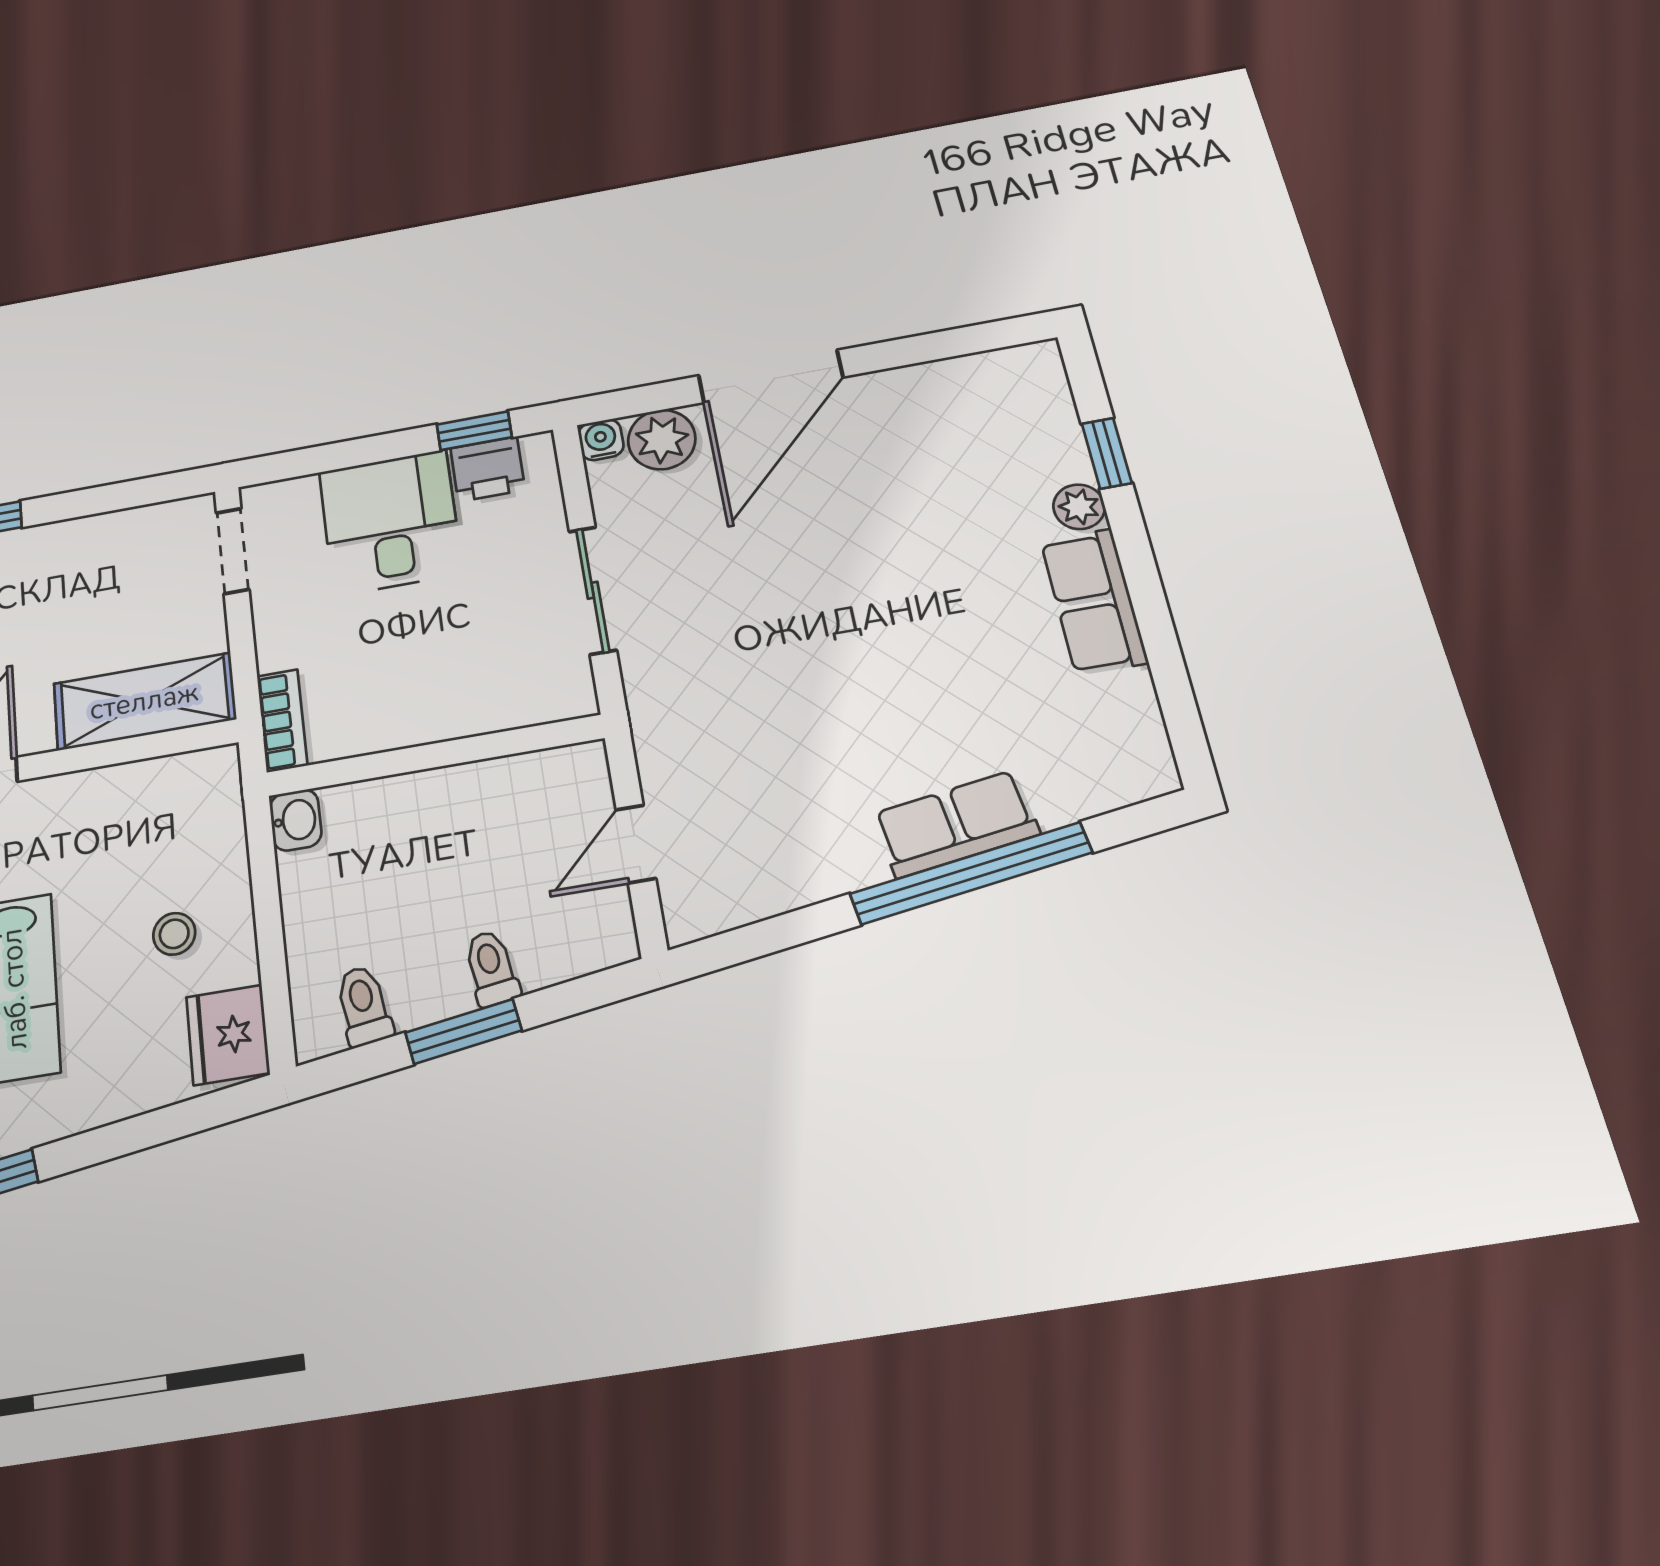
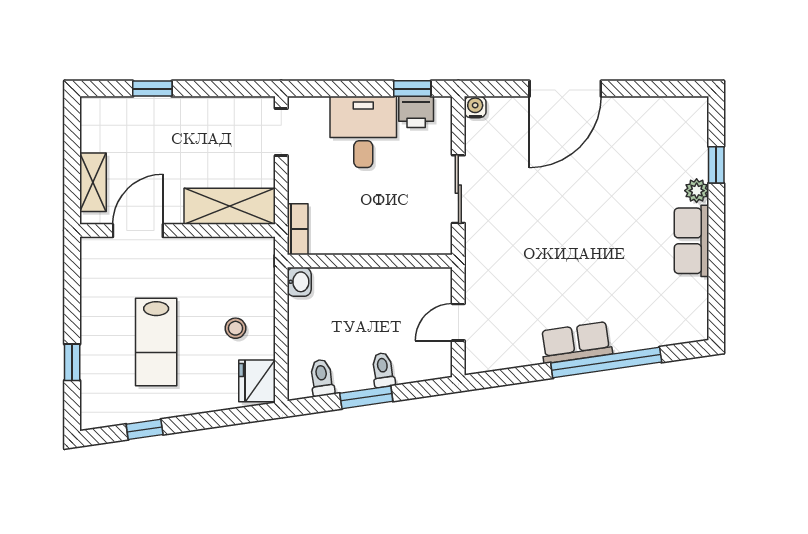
plant: (662, 440) -> (505, 113), removed
row of seats: (956, 824) -> (576, 342), moved

